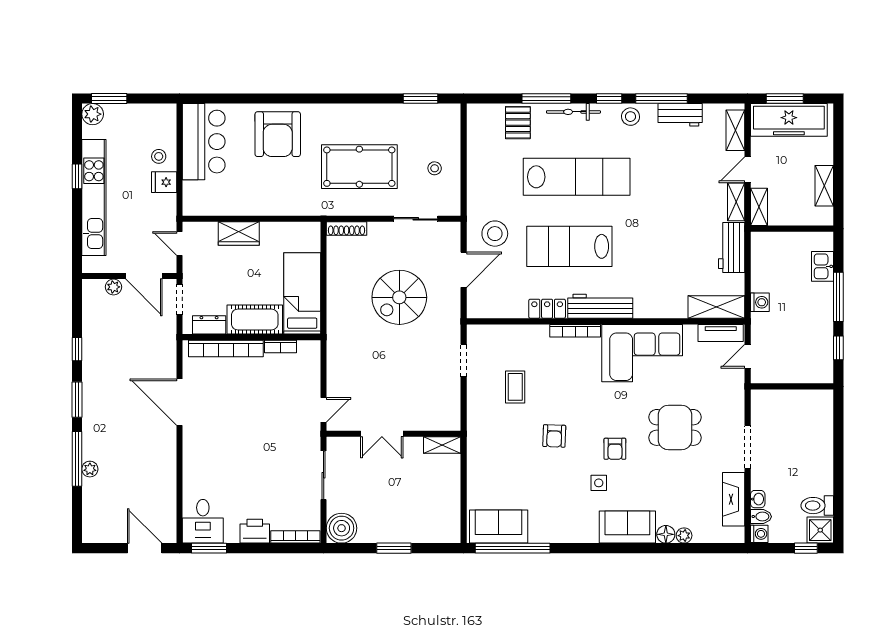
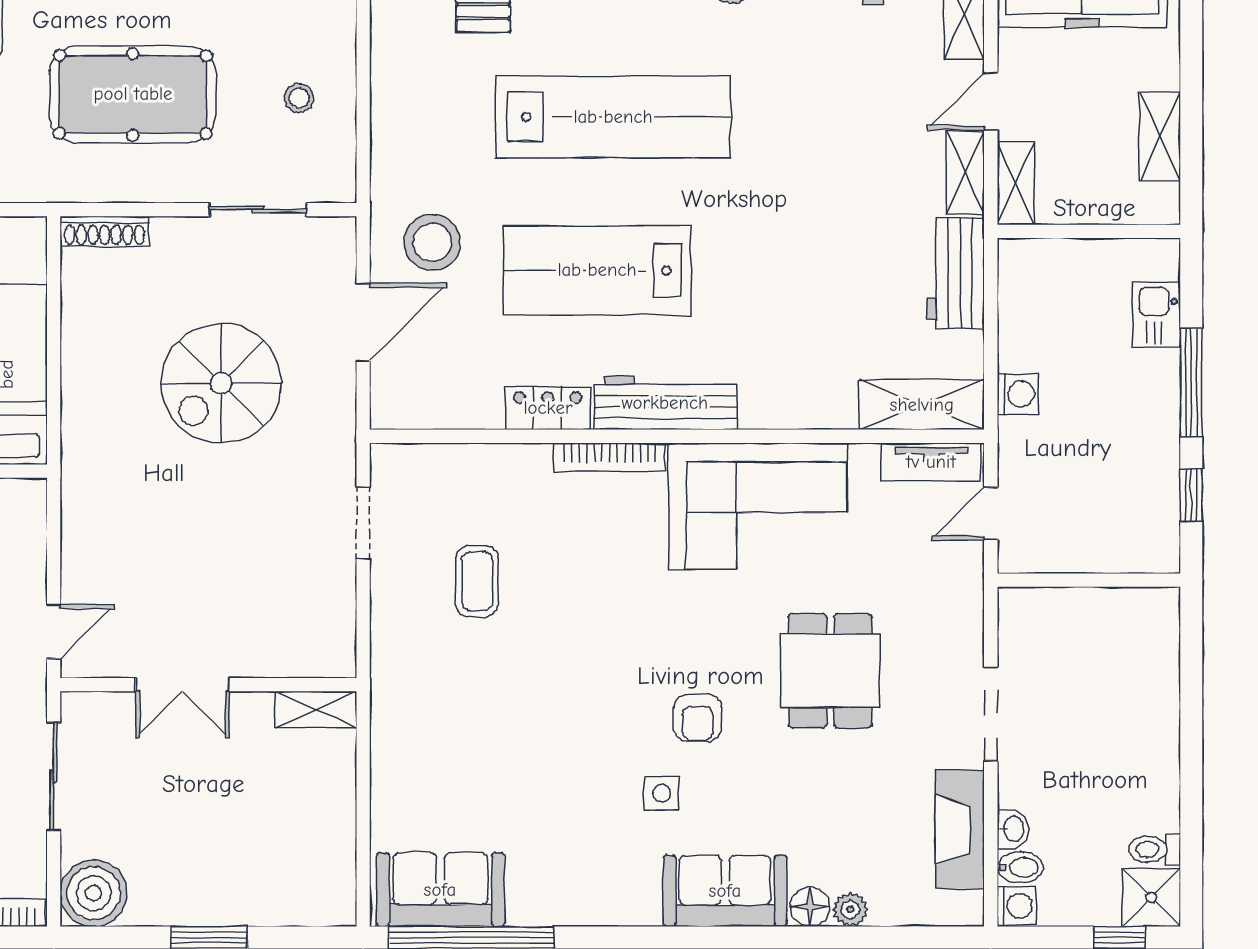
dining table: (675, 427) -> (830, 671), turned 90
armchair: (554, 436) -> (564, 689), removed
toilet: (817, 506) -> (1155, 849), width x0.73, depth x0.72

